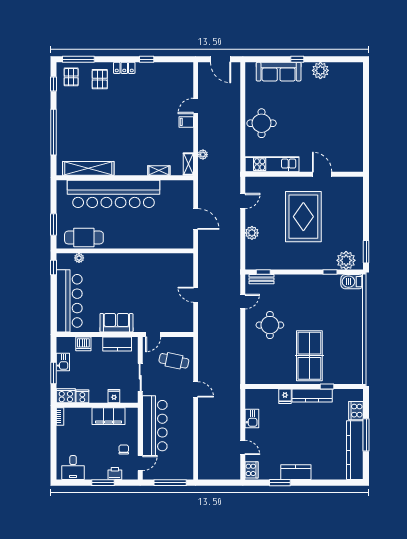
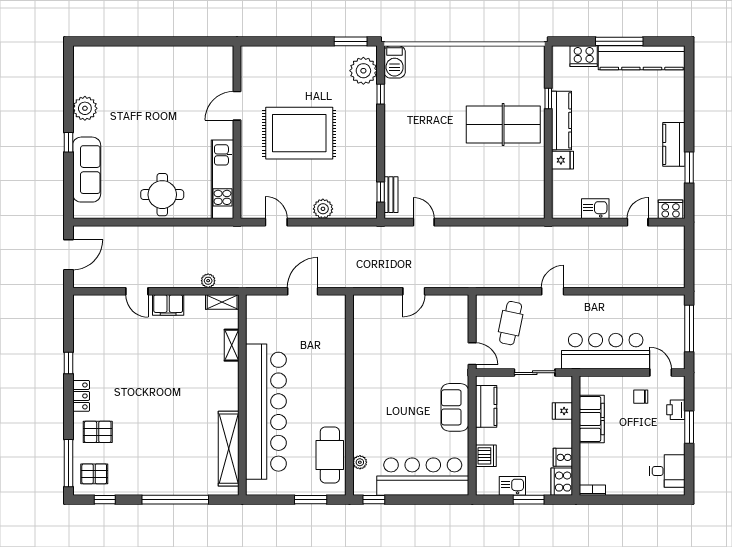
filing cabinet: (186, 122) -> (168, 305), width x2.00
round table: (270, 325) -> (458, 182), removed

